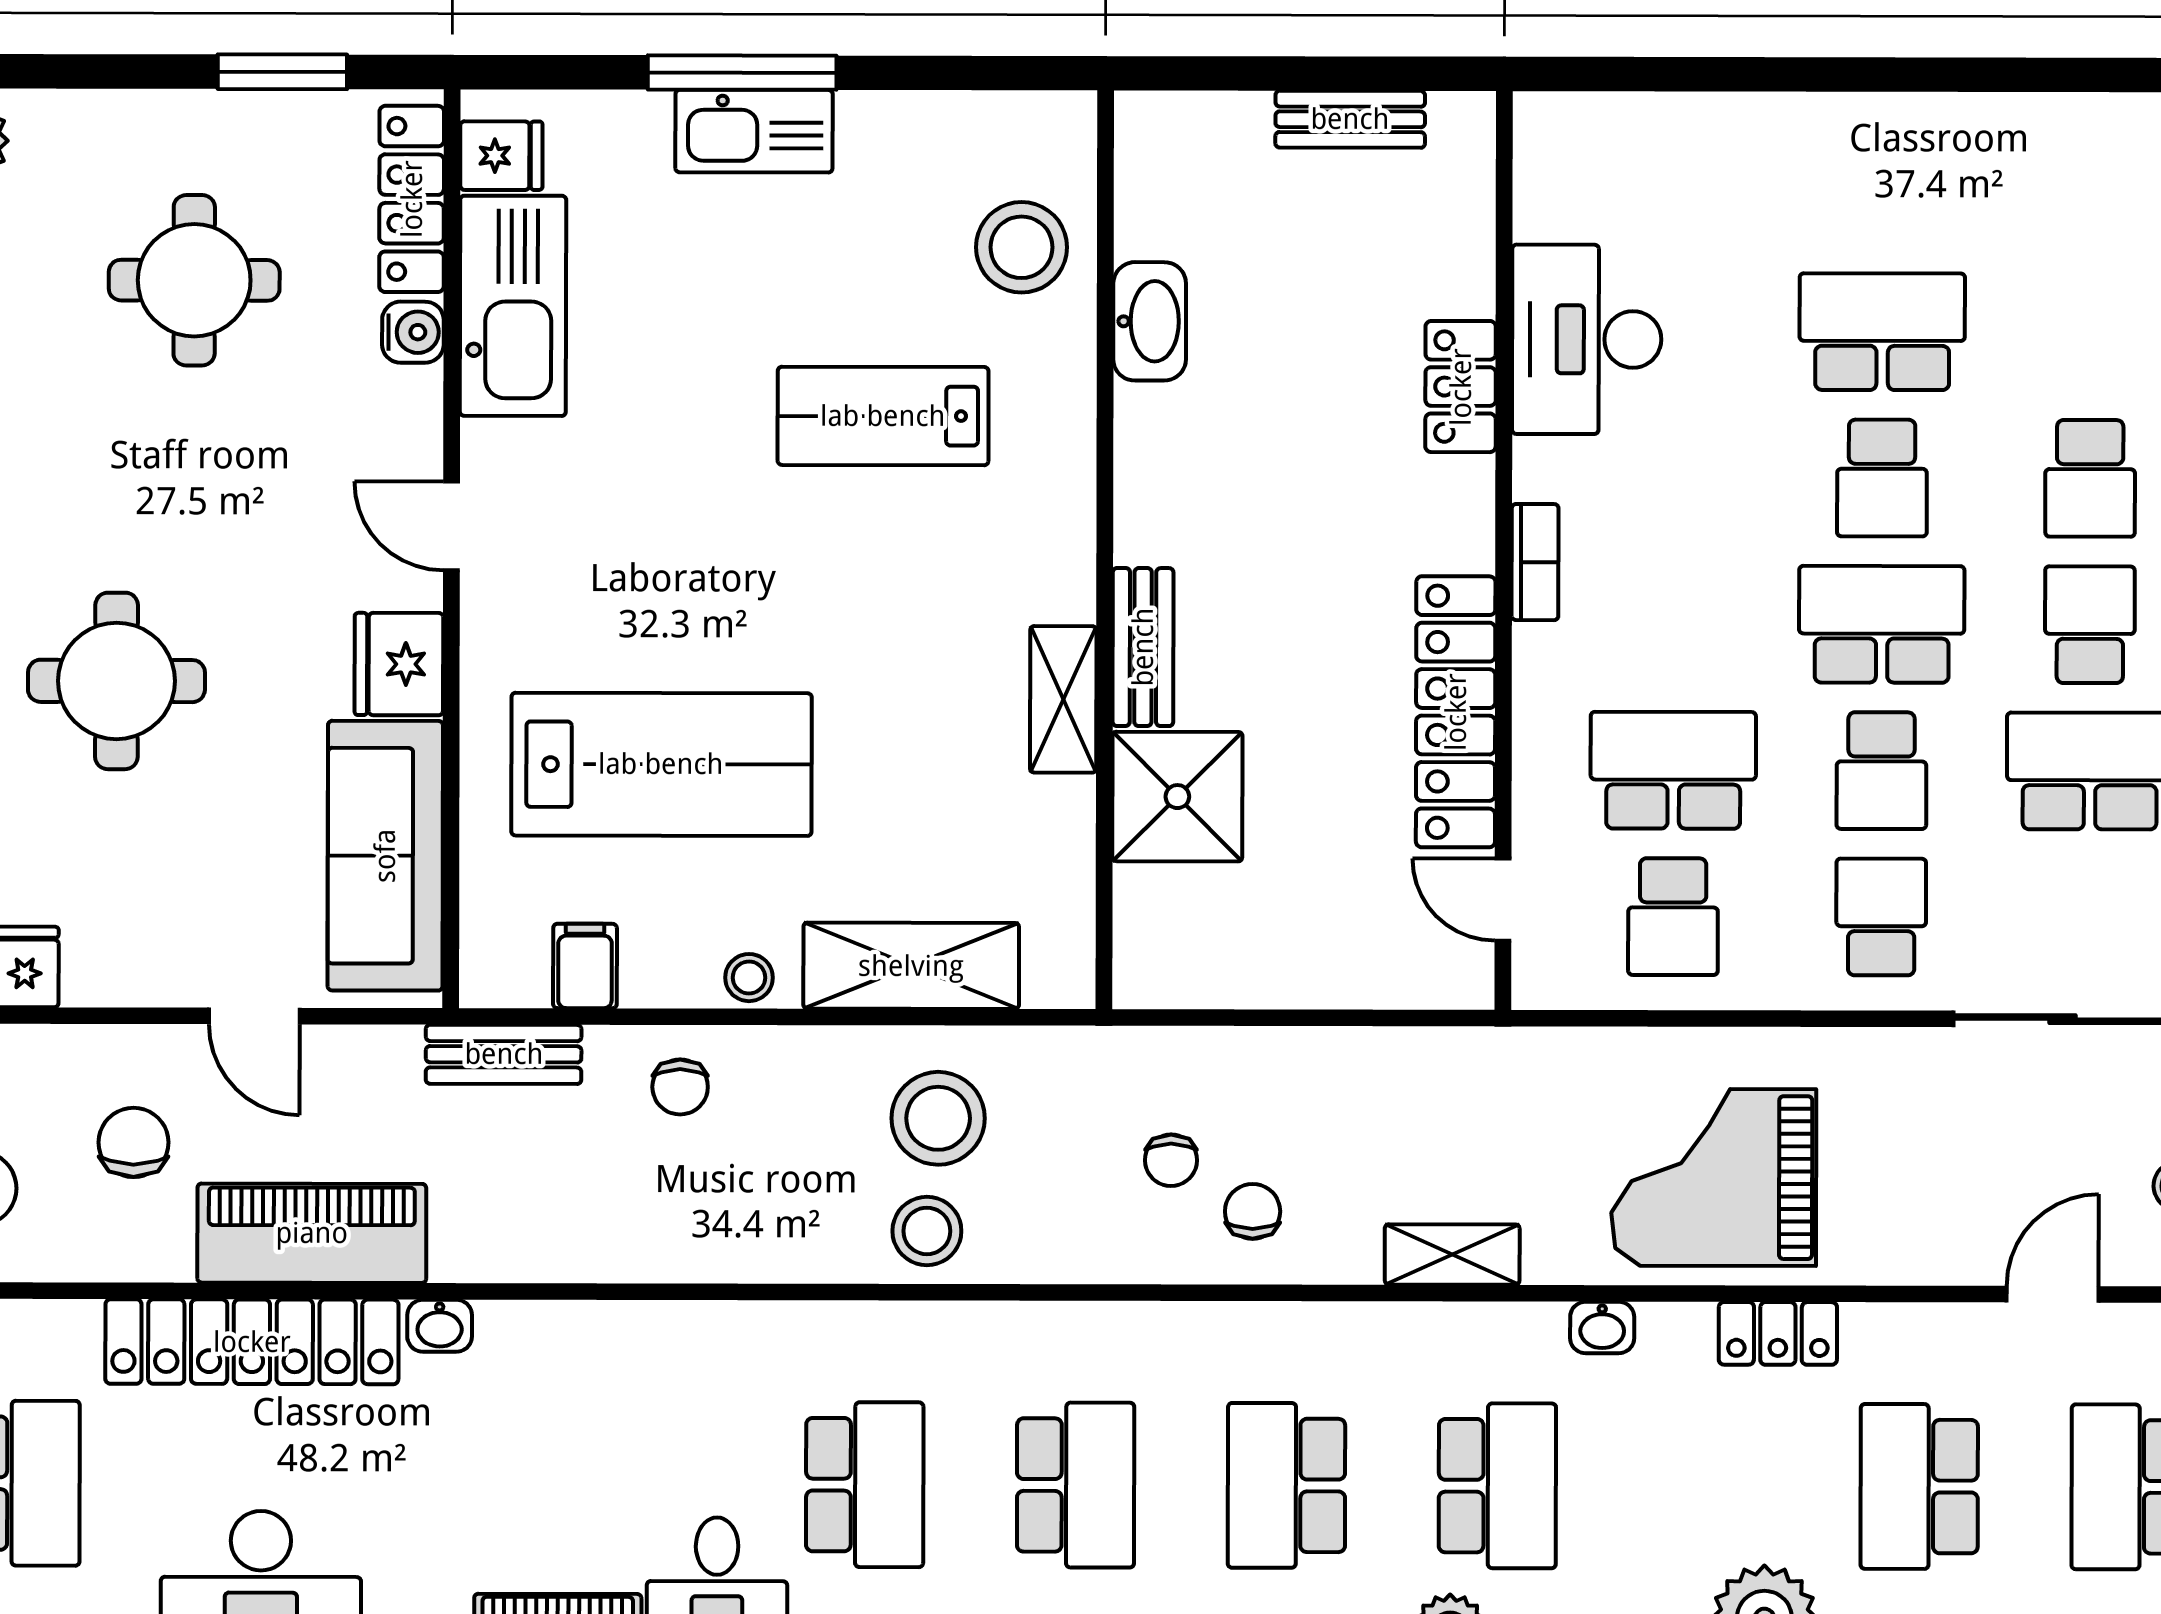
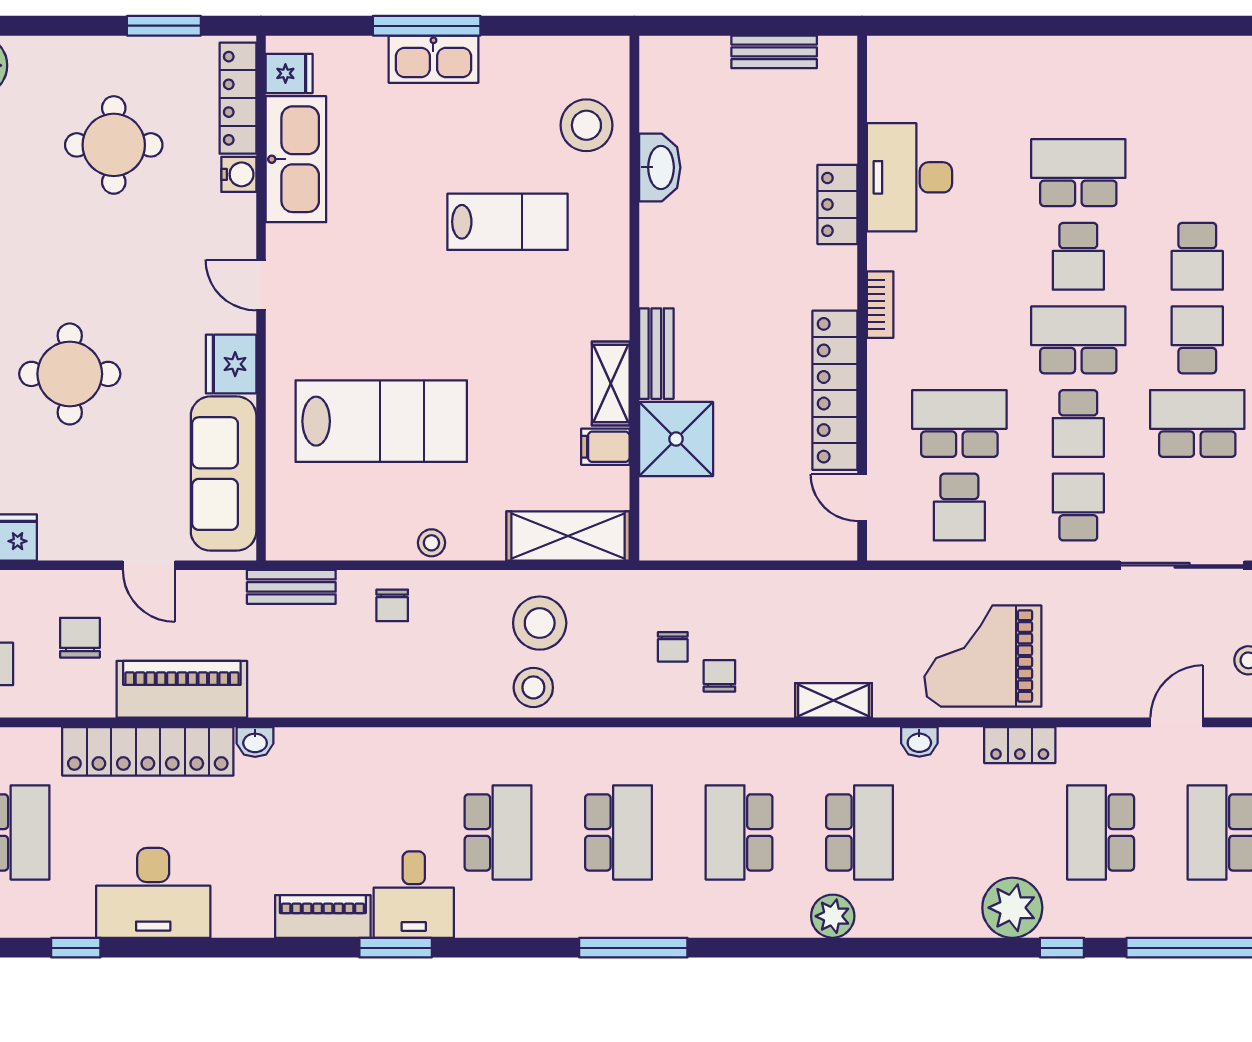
lab bench: (883, 416) -> (508, 222), turned 180
filing cabinet: (585, 966) -> (605, 447), moved, turned -90
shelving: (911, 966) -> (568, 536), moved

